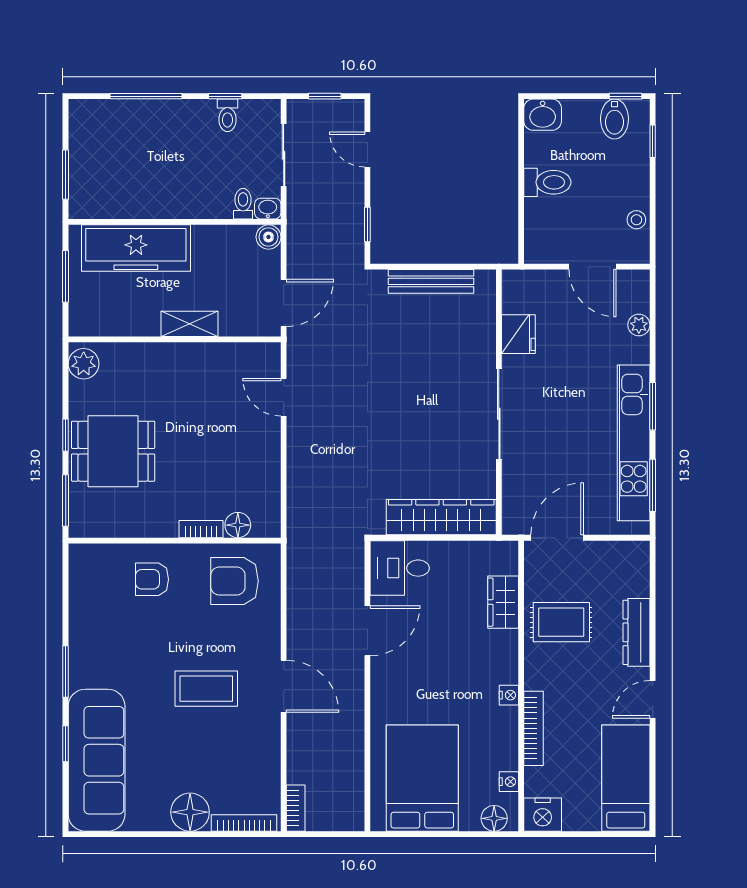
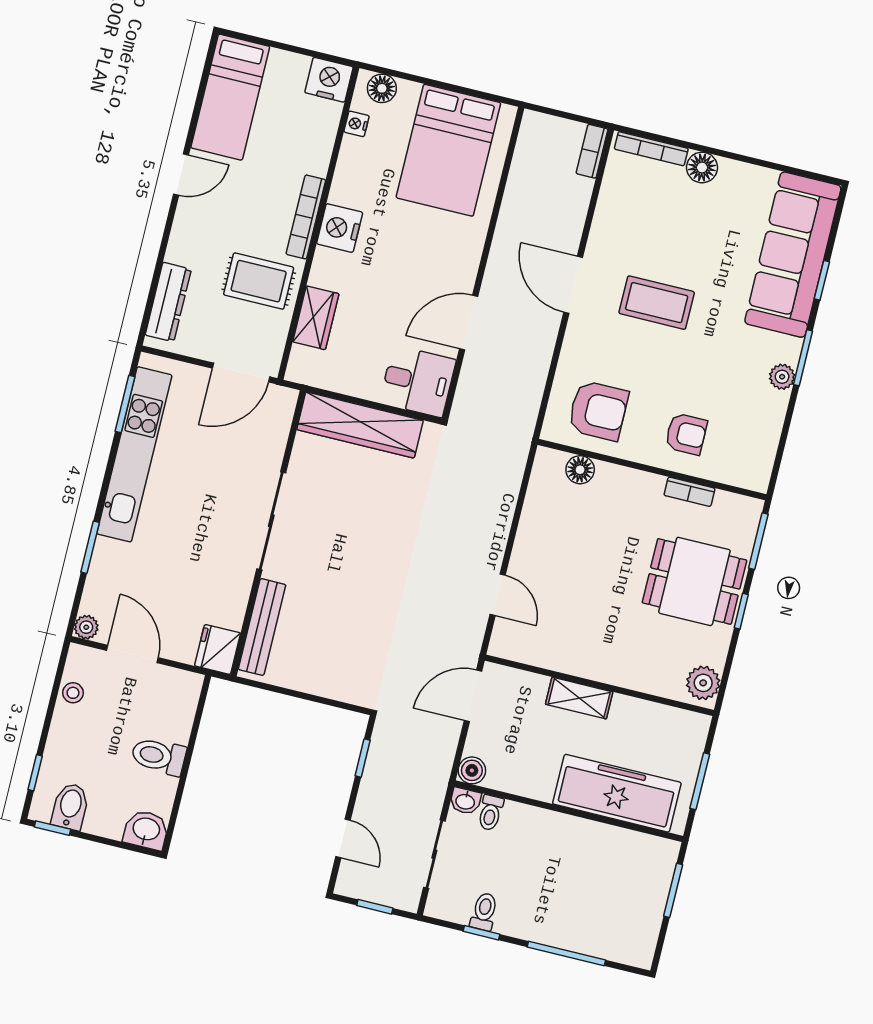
bench: (431, 281) -> (262, 627), moved, turned 90
plant: (639, 325) -> (86, 627), moved
fridge: (518, 334) -> (218, 649), moved
window: (653, 406) -> (90, 547), moved
bookcase: (201, 529) -> (689, 492), moved
dresser: (636, 632) -> (168, 302), moved
plant: (80, 650) -> (782, 377), added
nightstand: (509, 695) -> (340, 228), width x1.89, depth x1.79
bookcase: (533, 728) -> (306, 217), moved
floor lamp: (190, 812) -> (702, 167), width x0.73, depth x0.73

